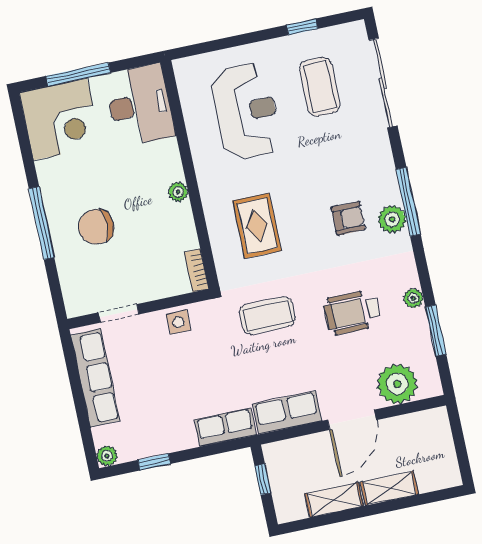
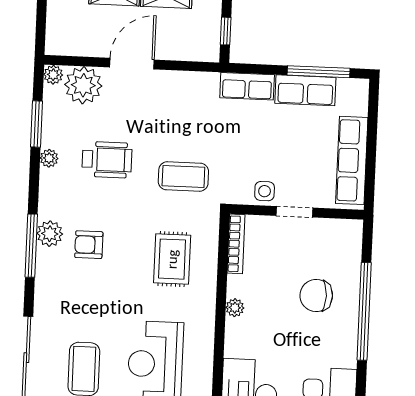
window: (41, 223) -> (364, 311), width x1.46
chair: (96, 227) -> (316, 295), turned 180
bookcase: (197, 270) -> (236, 244), width x1.56
doorway: (119, 313) -> (294, 212), moved
row of seats: (287, 412) -> (305, 90), moved
plant: (107, 456) -> (53, 75), moved
window: (154, 462) -> (319, 72), width x2.17

